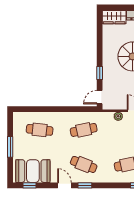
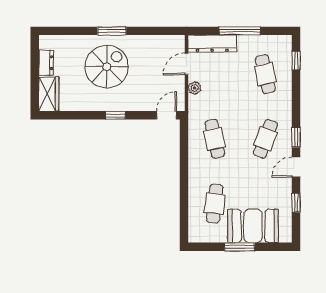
window: (100, 73) -> (115, 115), moved
door: (100, 97) -> (167, 115), swing flipped
booth: (33, 171) -> (253, 226), moved, turned 90
window: (29, 185) -> (296, 203), moved

